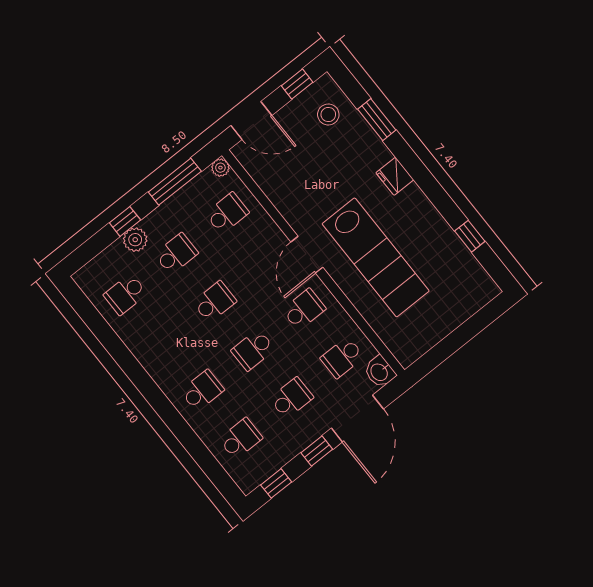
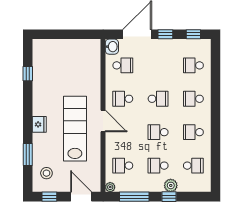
door: (307, 255) -> (103, 121), hinge flipped
lab bench: (376, 257) -> (75, 129), moved
school desk: (291, 398) -> (193, 132), moved

